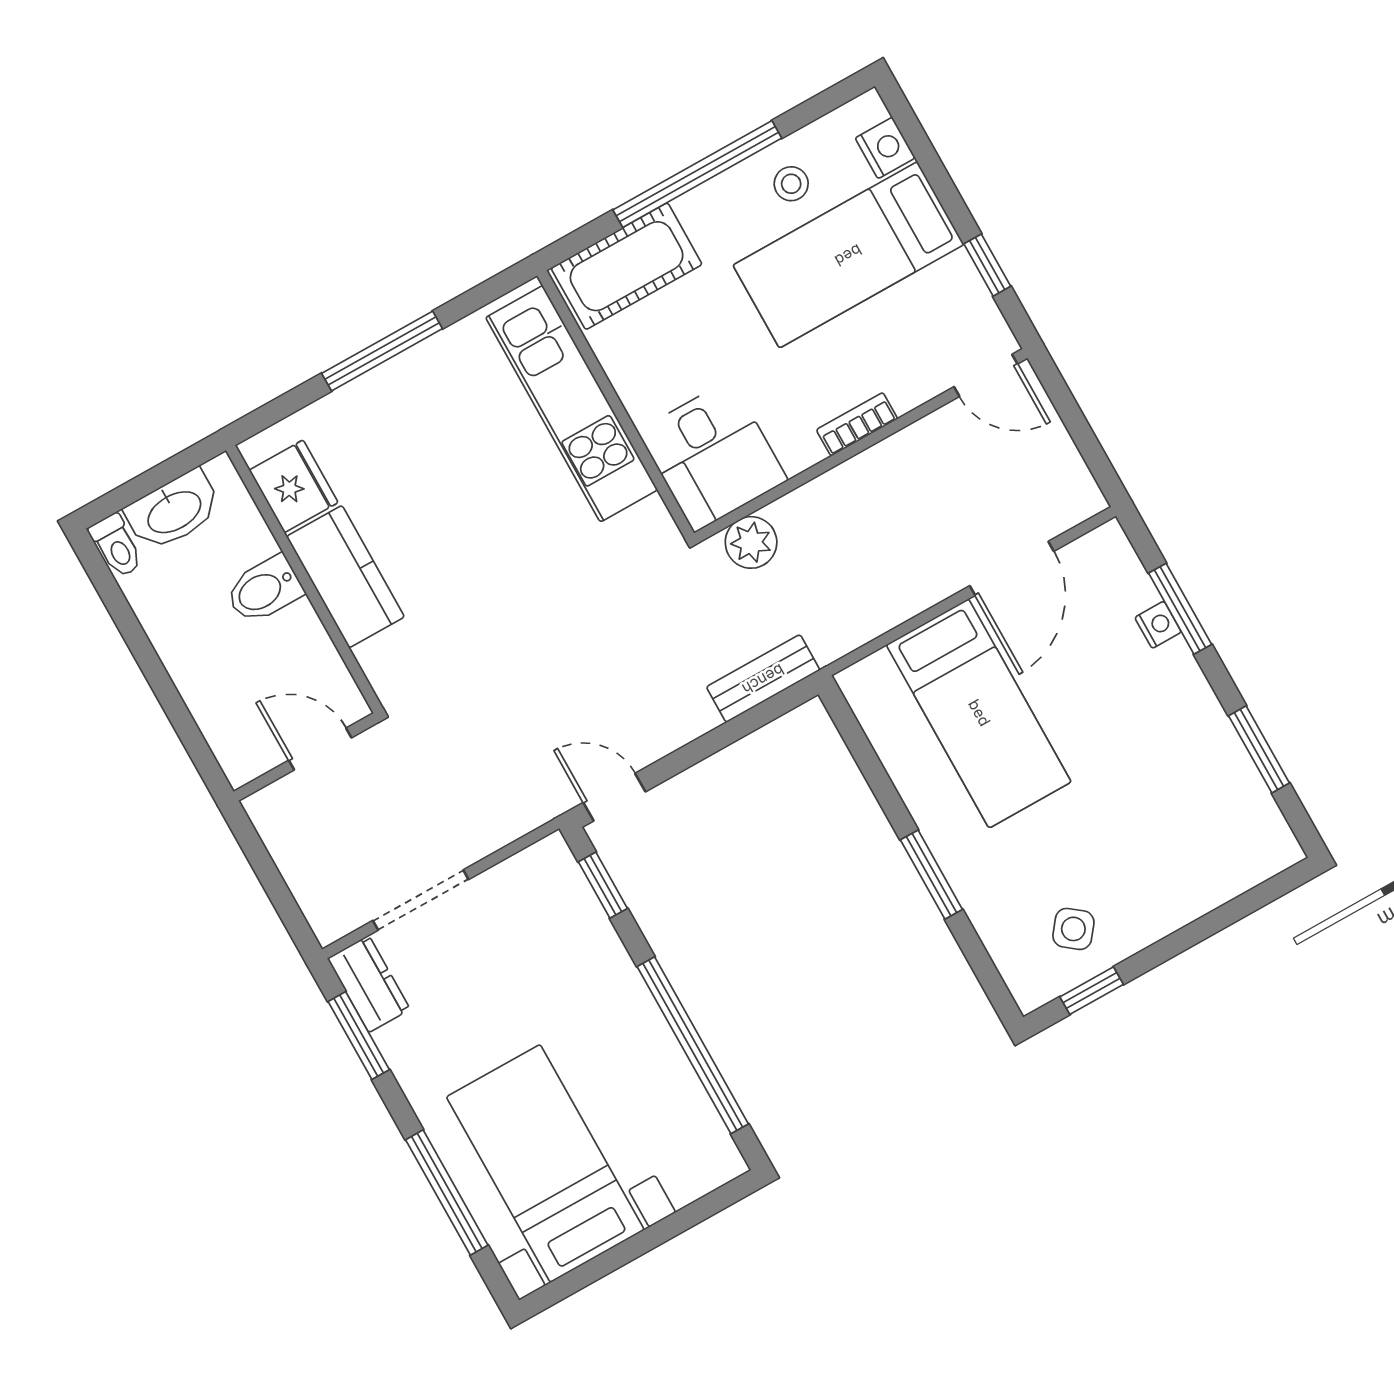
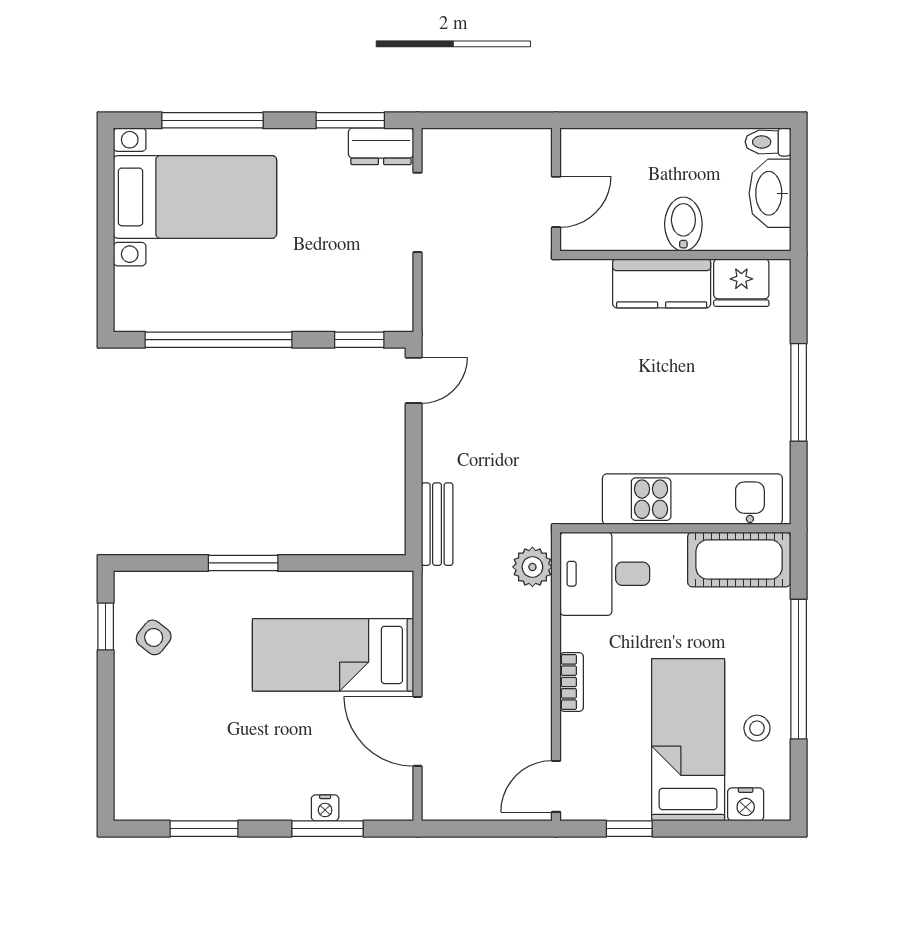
cot: (627, 266) -> (739, 559), moved, turned 90

